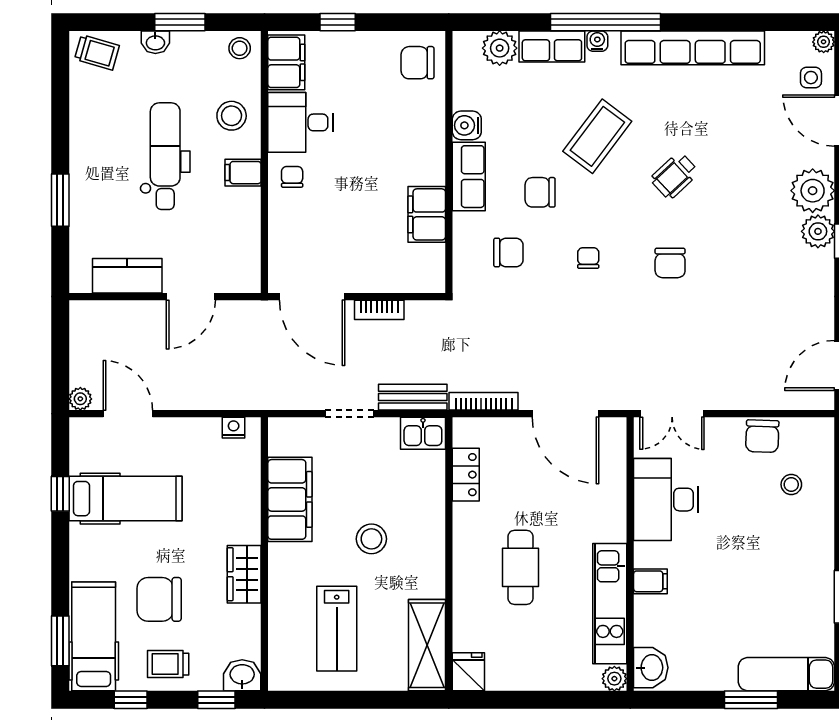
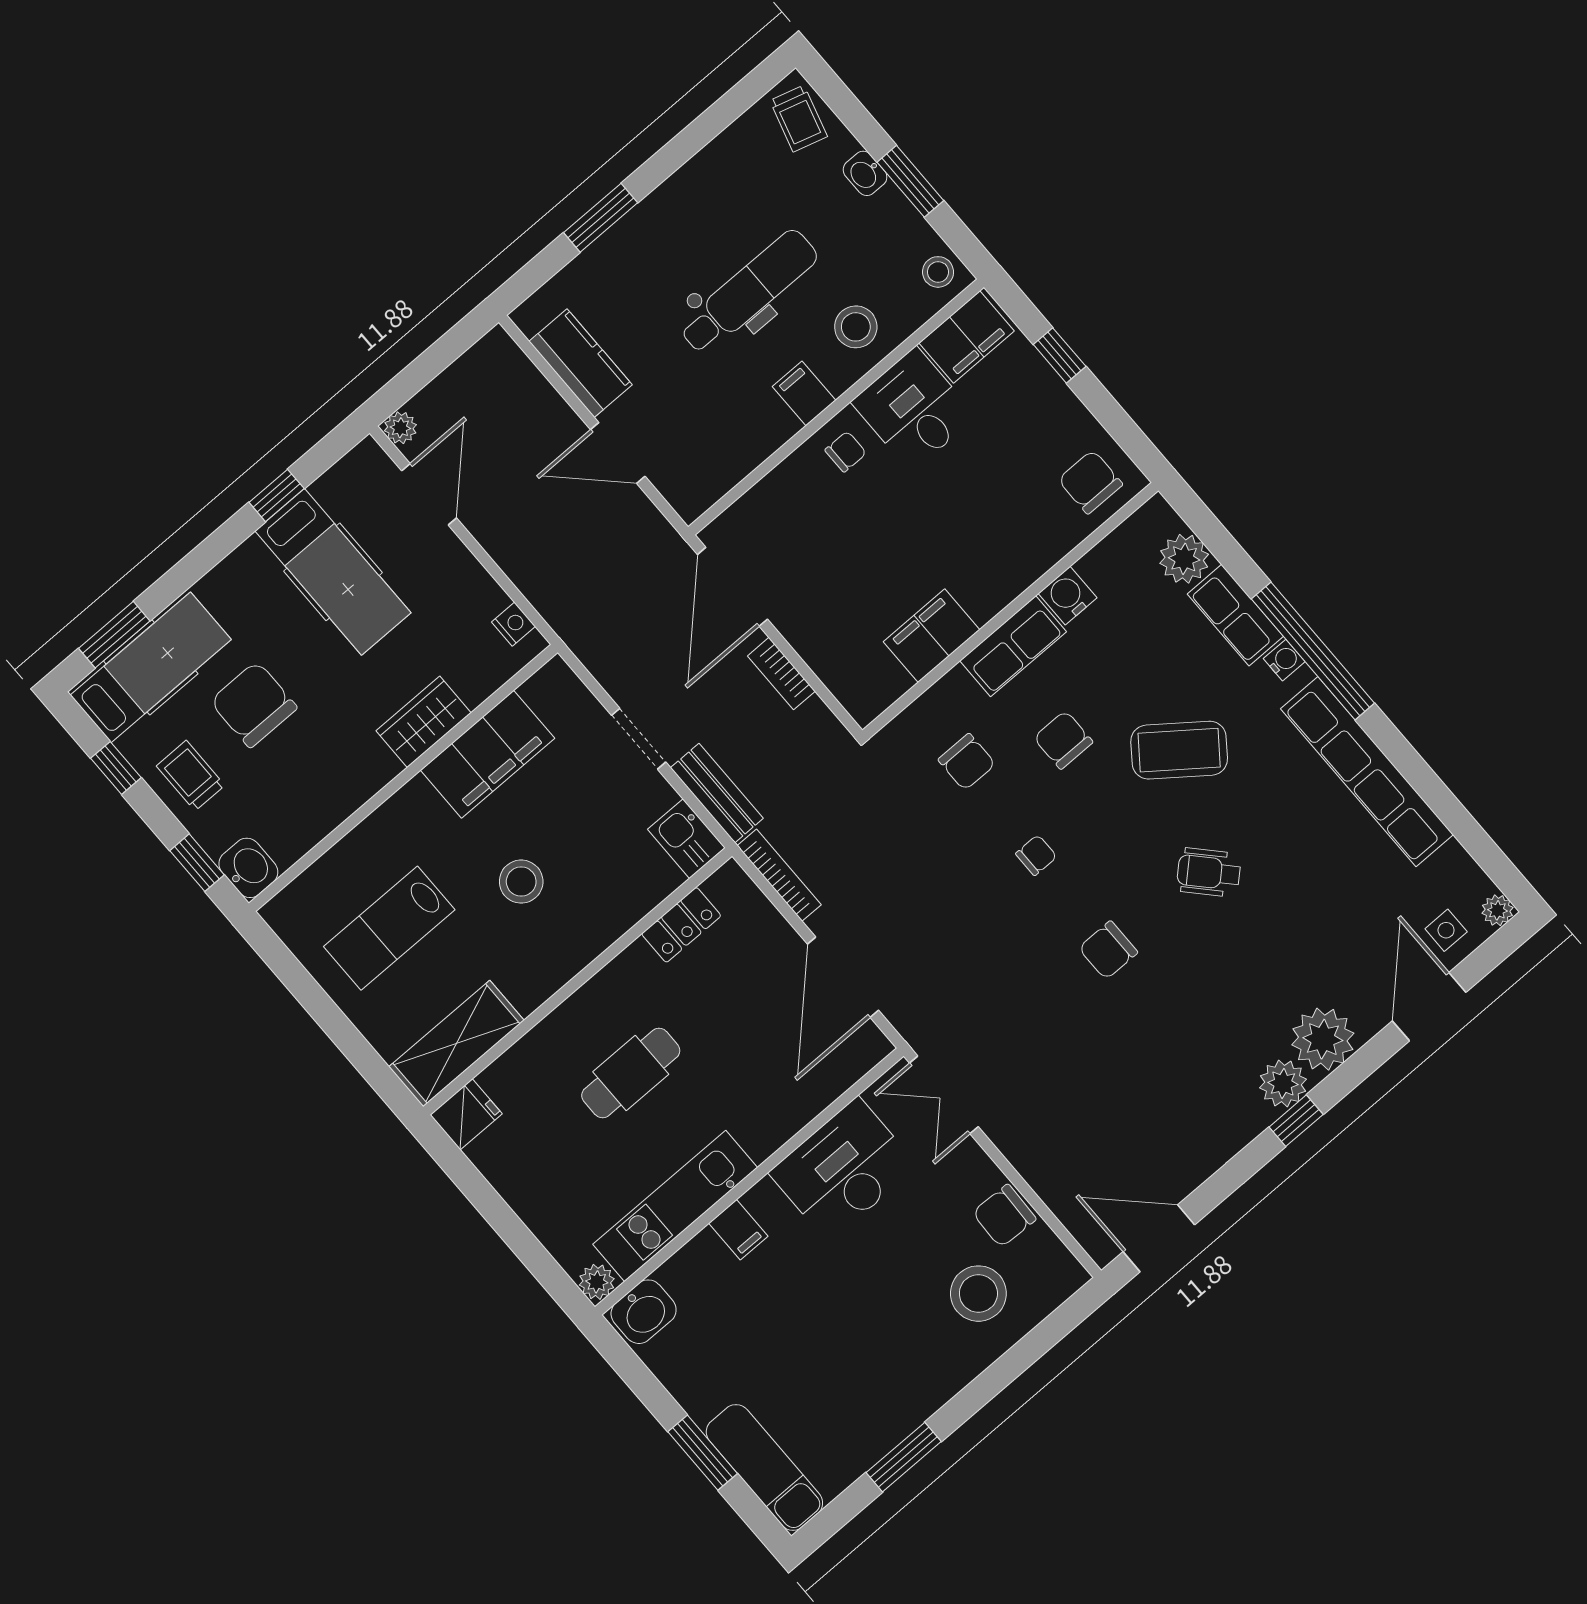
stool: (791, 484) -> (978, 1294), width x1.89, depth x1.89
wardrobe: (244, 574) -> (423, 722), moved

